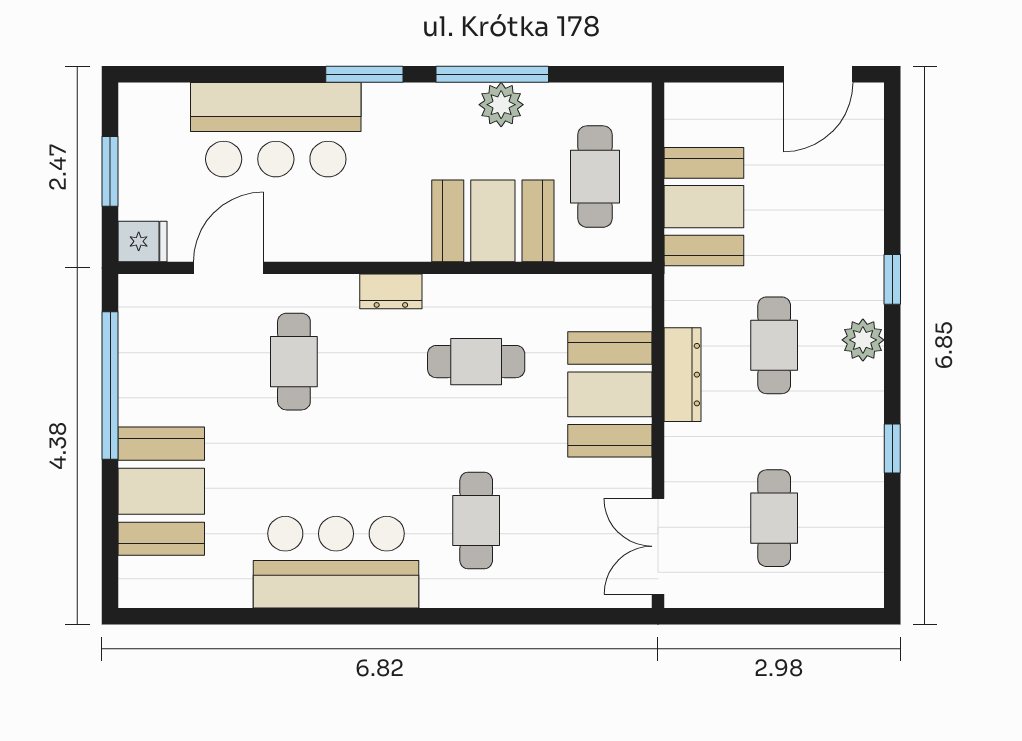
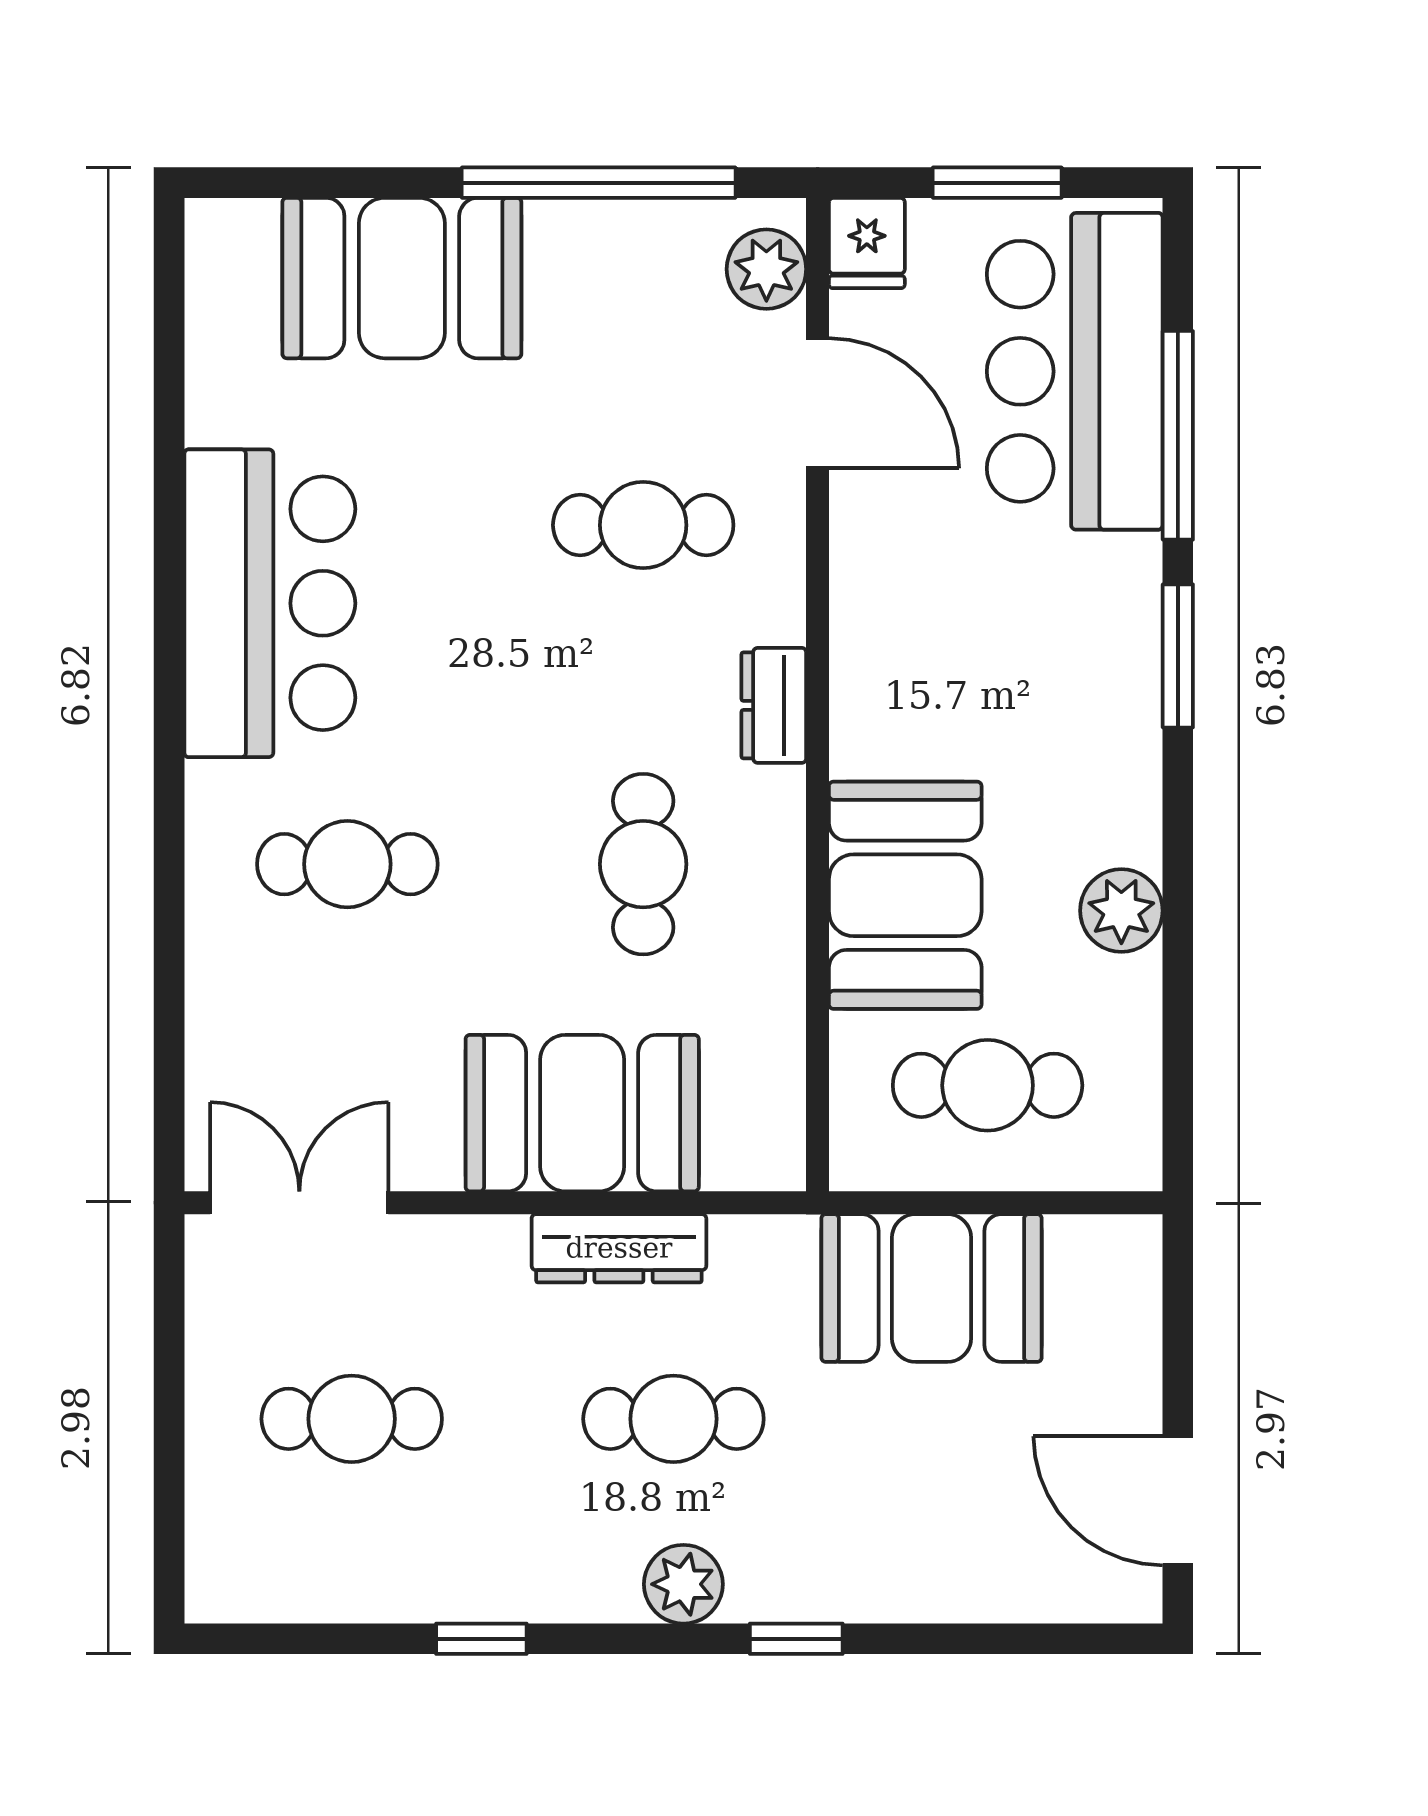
window: (492, 74) -> (1178, 435), moved
bar counter: (276, 130) -> (1075, 371), moved
plant: (157, 295) -> (766, 269), added

